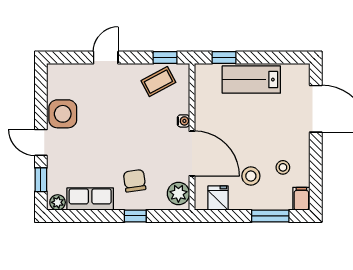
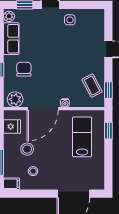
lab bench: (251, 80) -> (82, 137), moved
side table: (63, 114) -> (70, 20), width x0.54, depth x0.54
chair: (135, 181) -> (24, 69), turned -82

